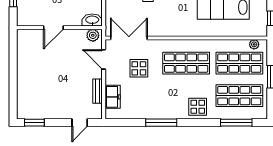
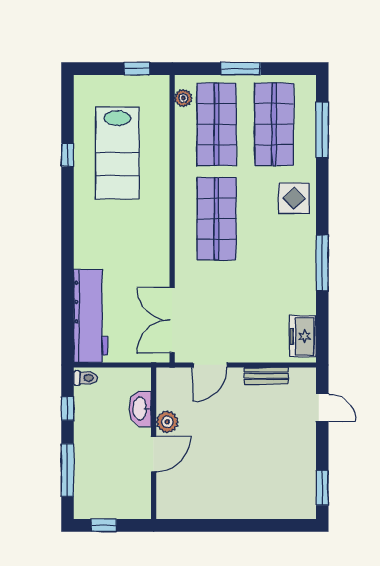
washbasin: (92, 20) -> (140, 409), moved
door: (53, 28) -> (154, 454), hinge flipped
plant: (93, 35) -> (167, 422), moved
display table: (139, 68) -> (226, 302), removed
freezer: (113, 97) -> (303, 336), moved, turned -90

